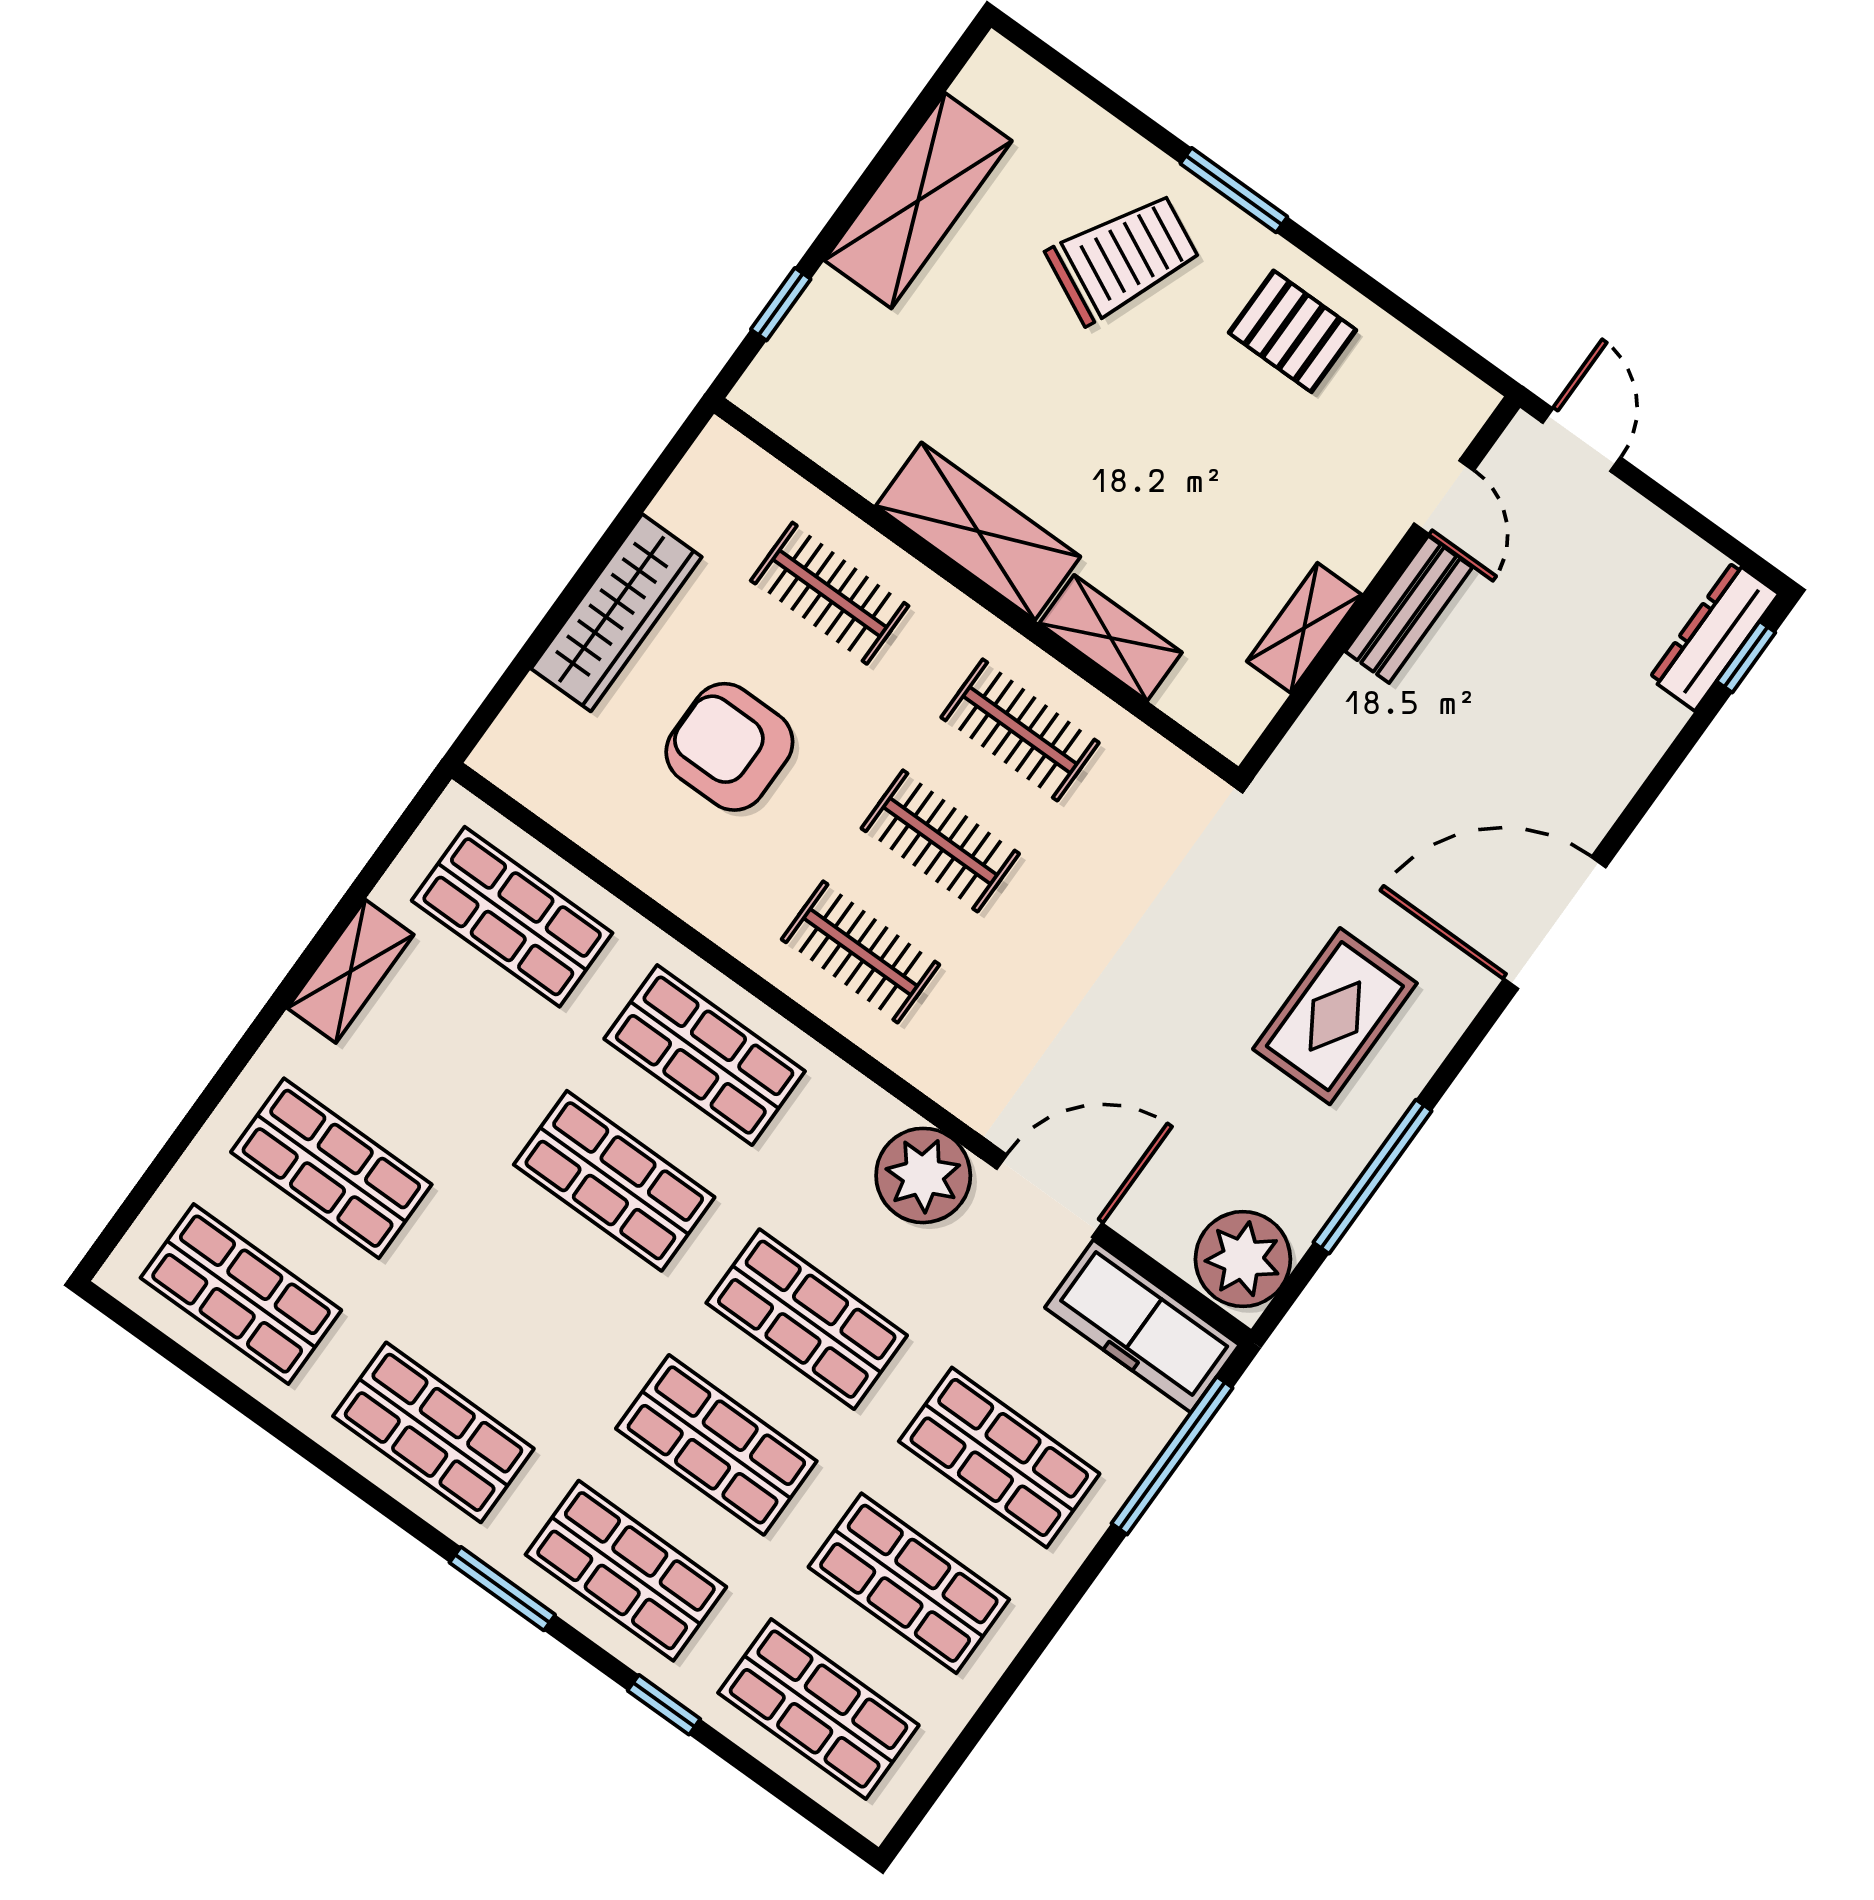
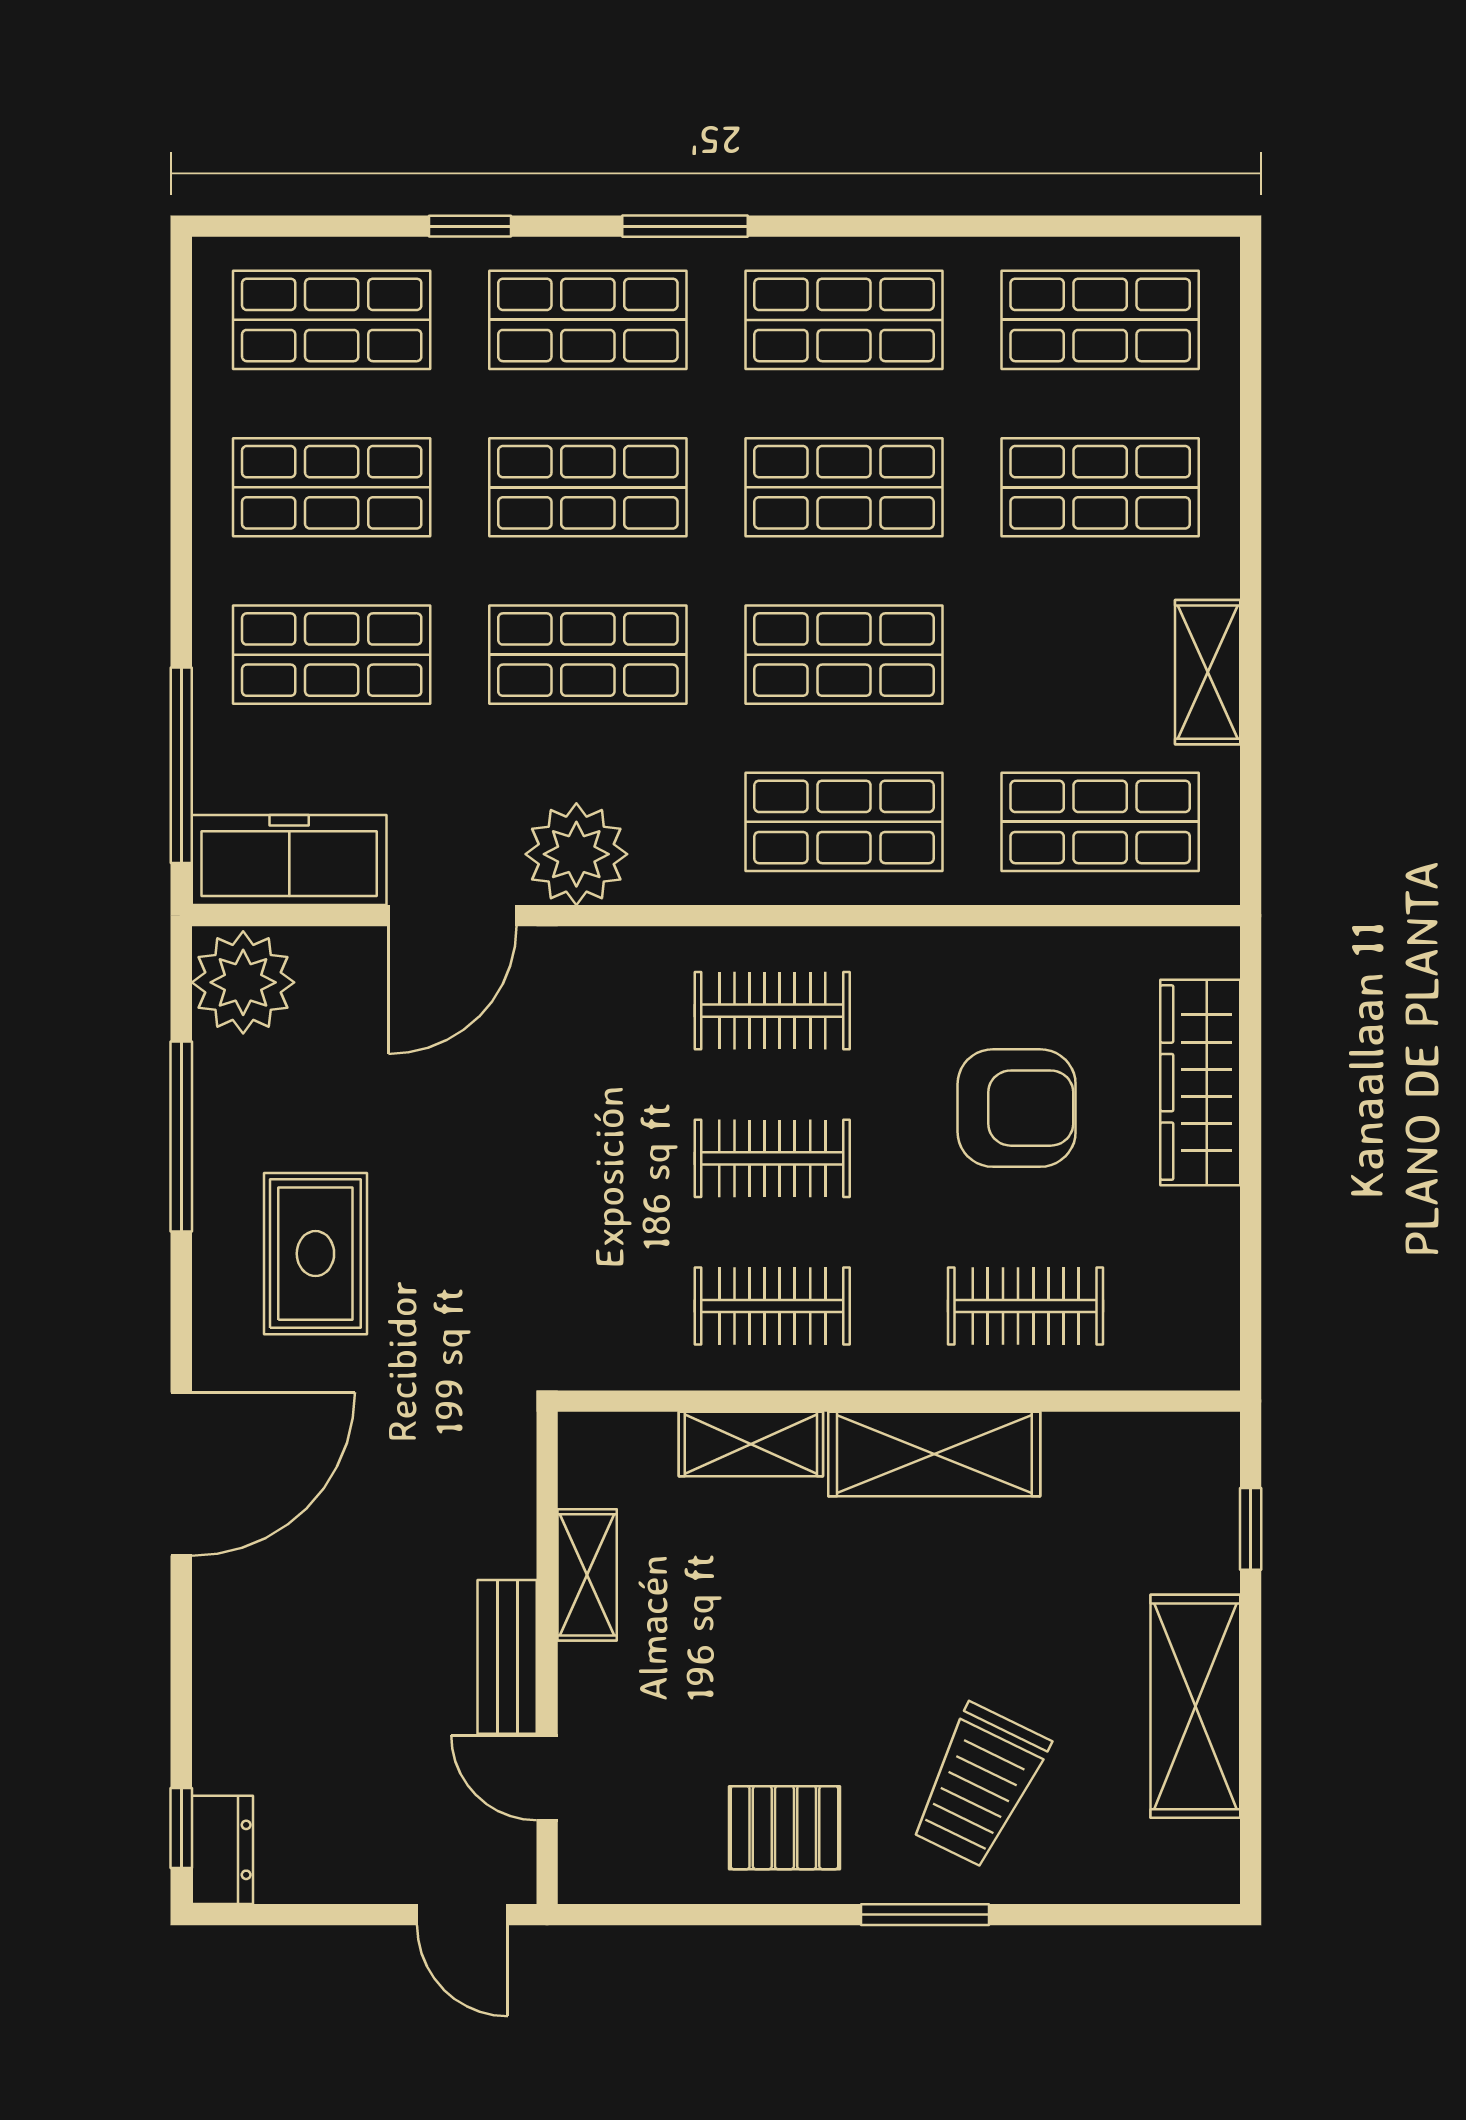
wardrobe: (616, 613) -> (1200, 1083), moved
dresser: (1714, 636) -> (222, 1850), width x0.70
shop shelf: (524, 1307) -> (844, 487), added

